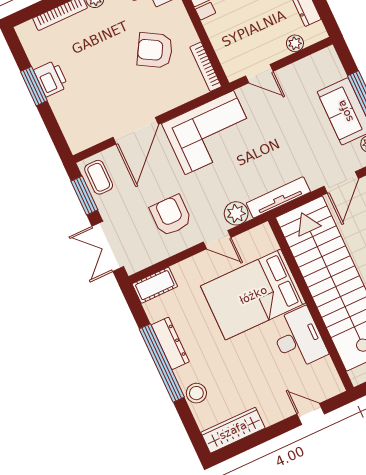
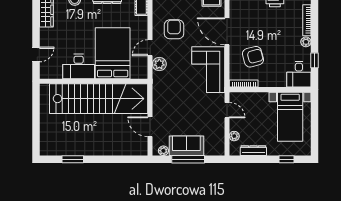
armchair: (155, 50) -> (253, 57), moved, turned 45
door: (259, 74) -> (227, 110), swing flipped
tv unit: (278, 197) -> (157, 90), removed
armchair: (171, 216) -> (174, 29), turned -90

